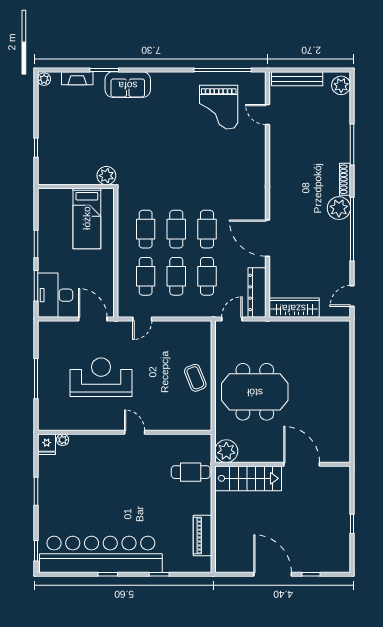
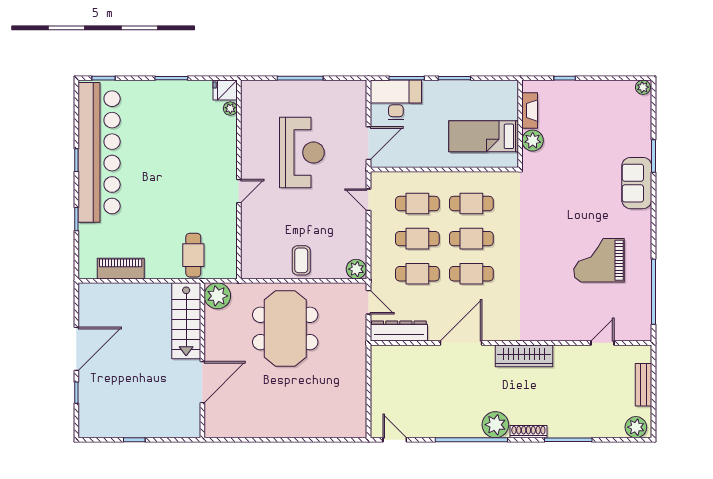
fireplace: (77, 78) -> (530, 111), moved, turned 180
bench: (297, 79) -> (643, 385), width x0.73
grand piano: (219, 107) -> (599, 260), moved
plant: (106, 176) -> (533, 141), moved
wardrobe: (294, 308) -> (524, 356), moved, turned 90
plant: (203, 330) -> (356, 269), added
coffee table: (195, 378) -> (301, 260), turned -68

